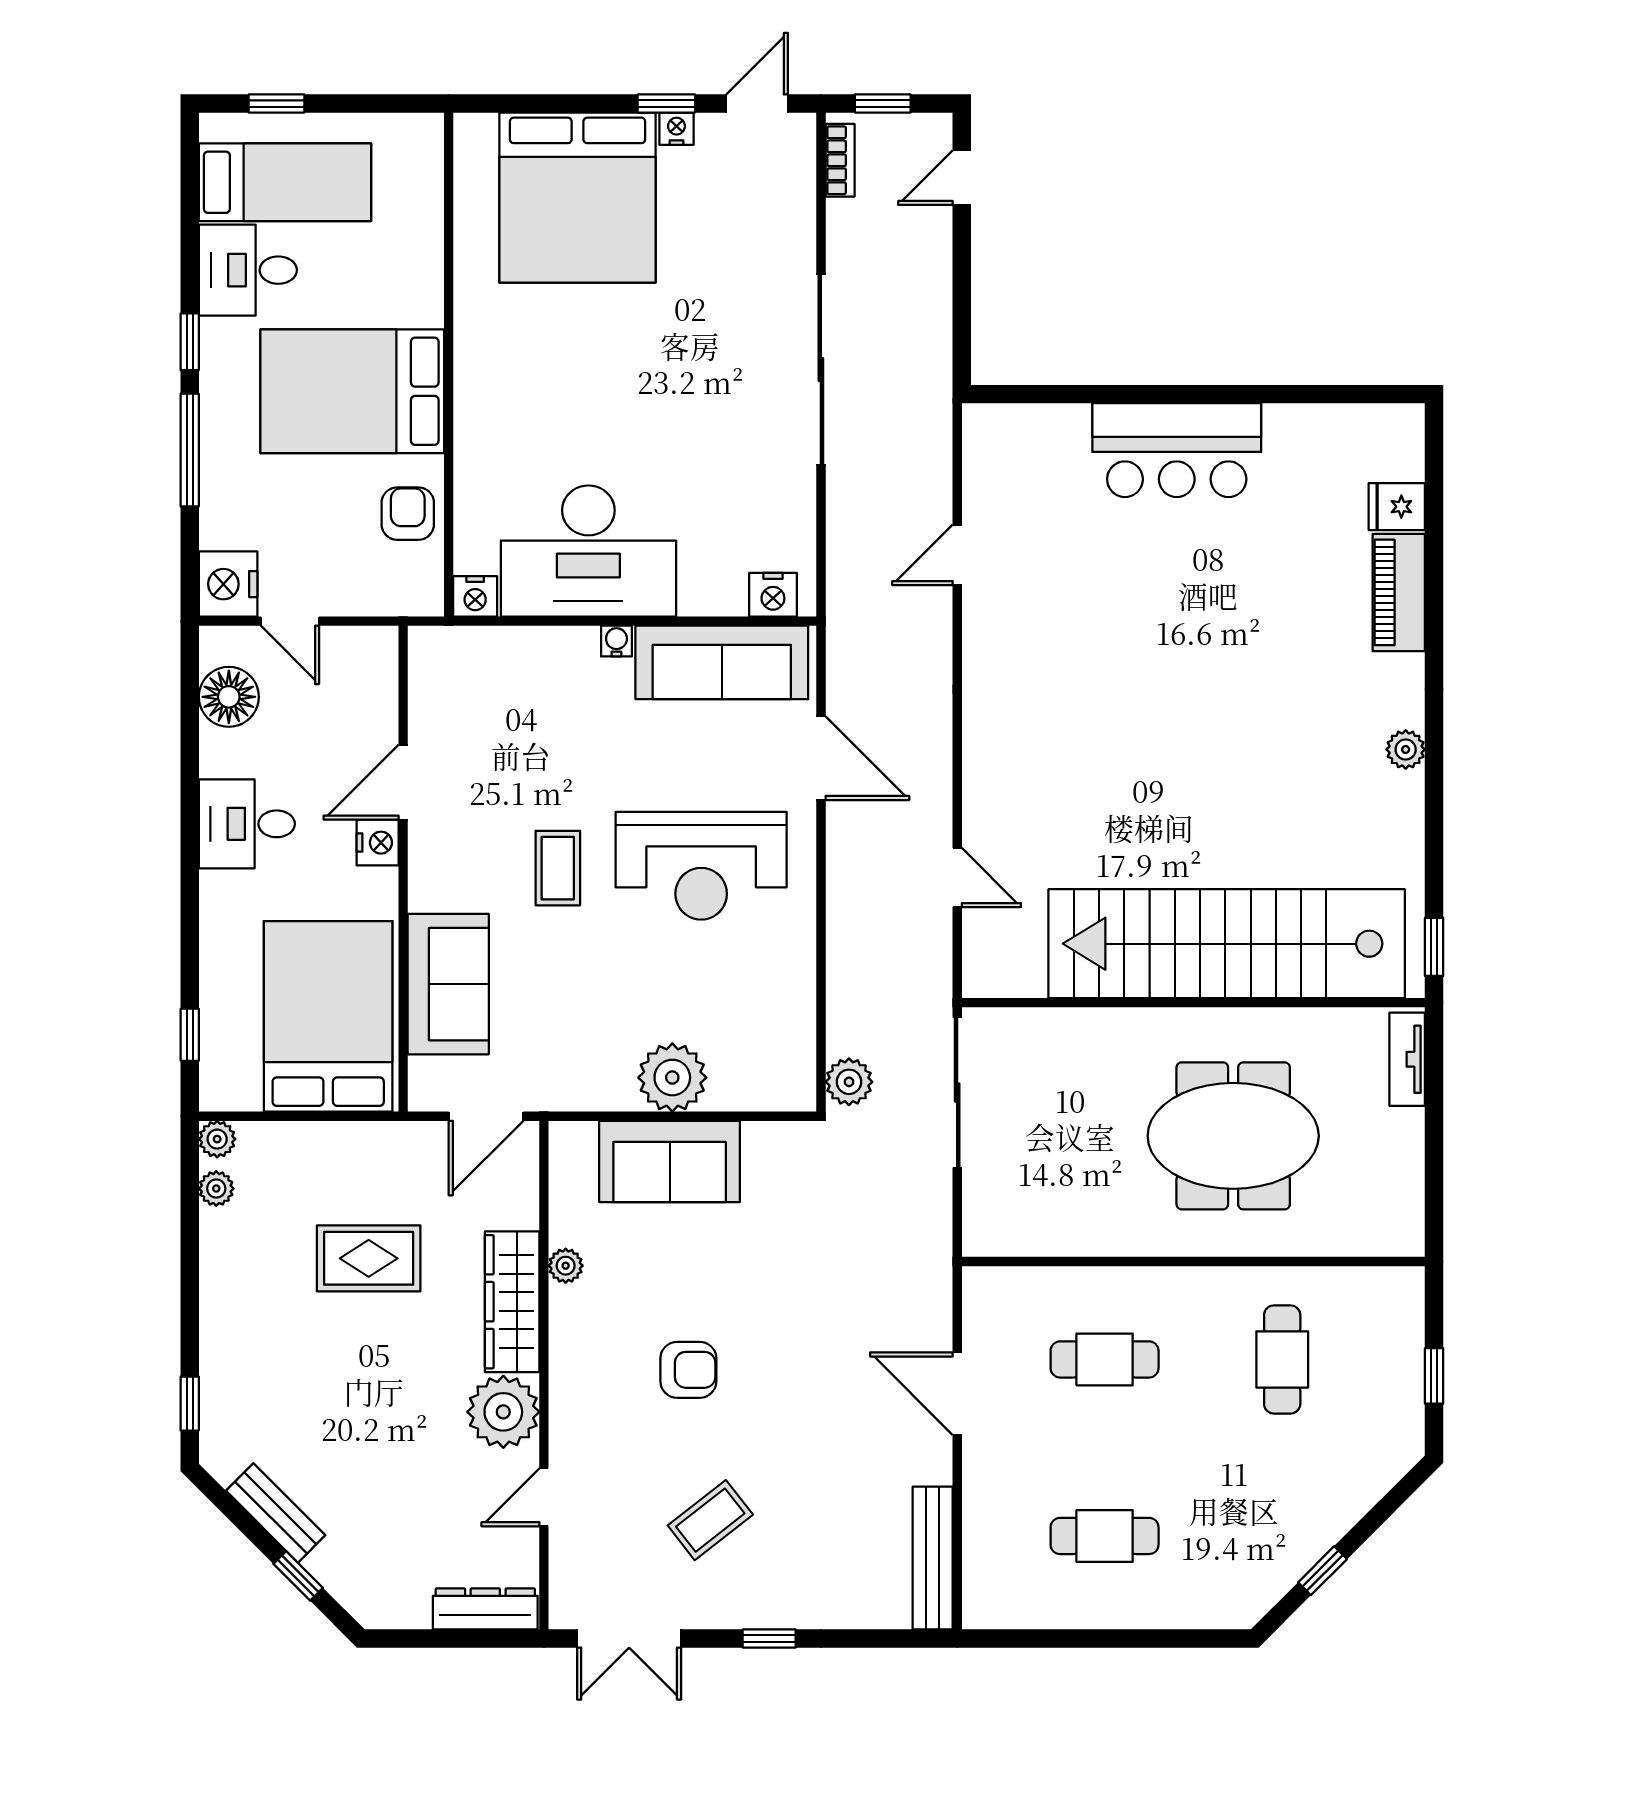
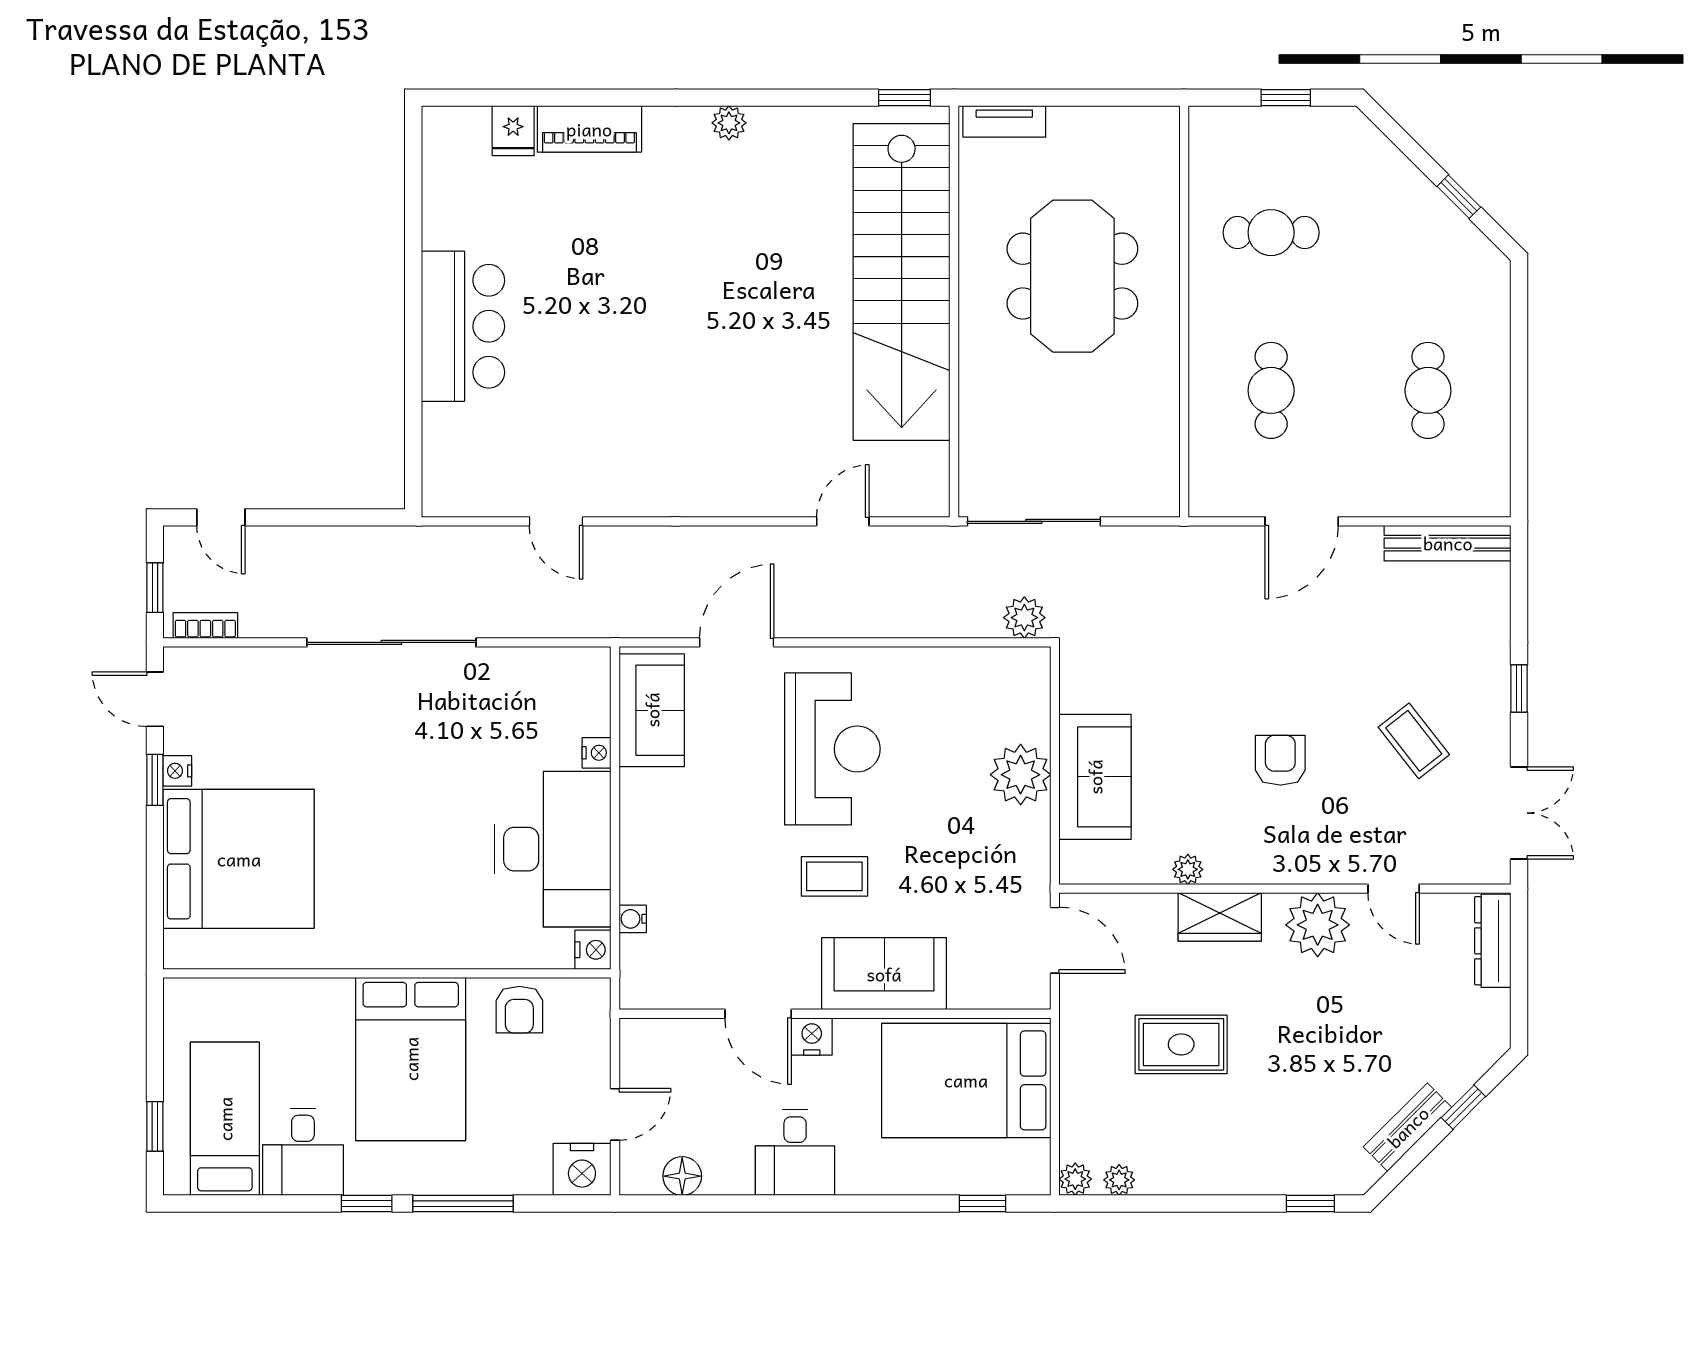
armchair: (408, 514) -> (519, 1010), turned -90
nightstand: (773, 595) -> (597, 753), moved, width x0.72, depth x0.74
water cooler: (616, 641) -> (633, 919), moved
sofa: (722, 662) -> (652, 710), width x0.73
floor lamp: (229, 697) -> (682, 1176), width x0.73, depth x0.73
sofa: (448, 984) -> (884, 974), moved
rug: (369, 1258) -> (1181, 1044), turned 90
wardrobe: (512, 1302) -> (1220, 917), width x0.67

